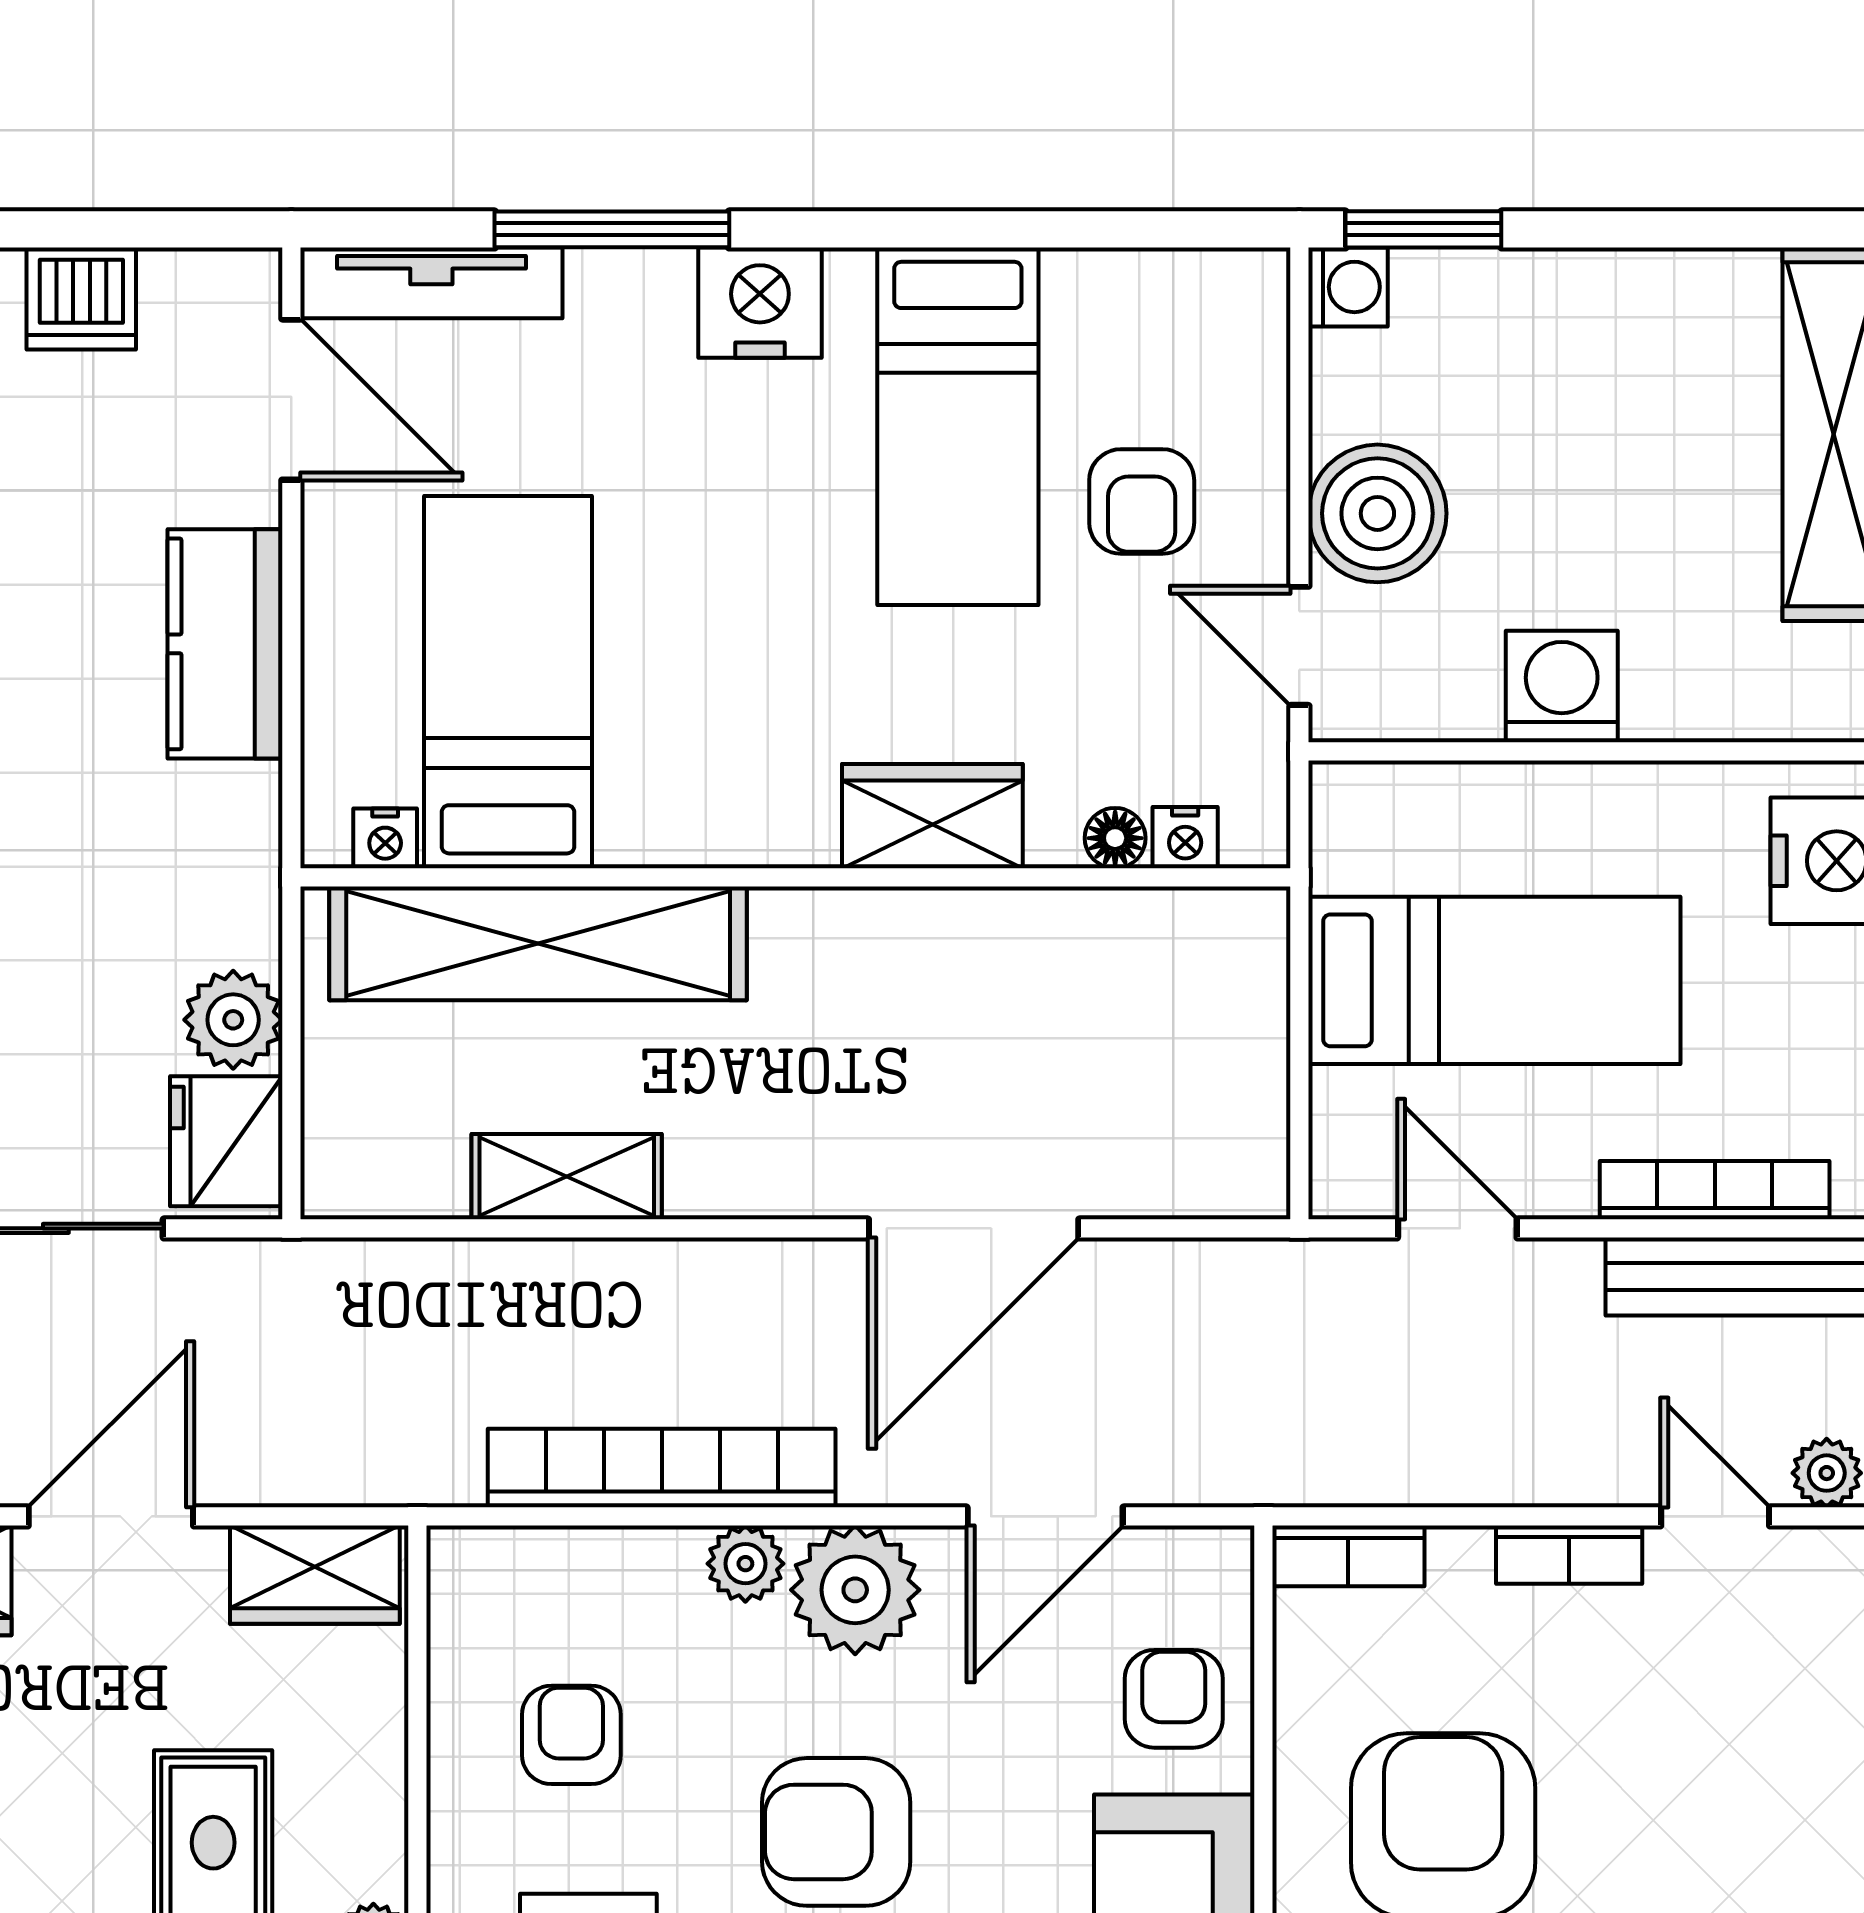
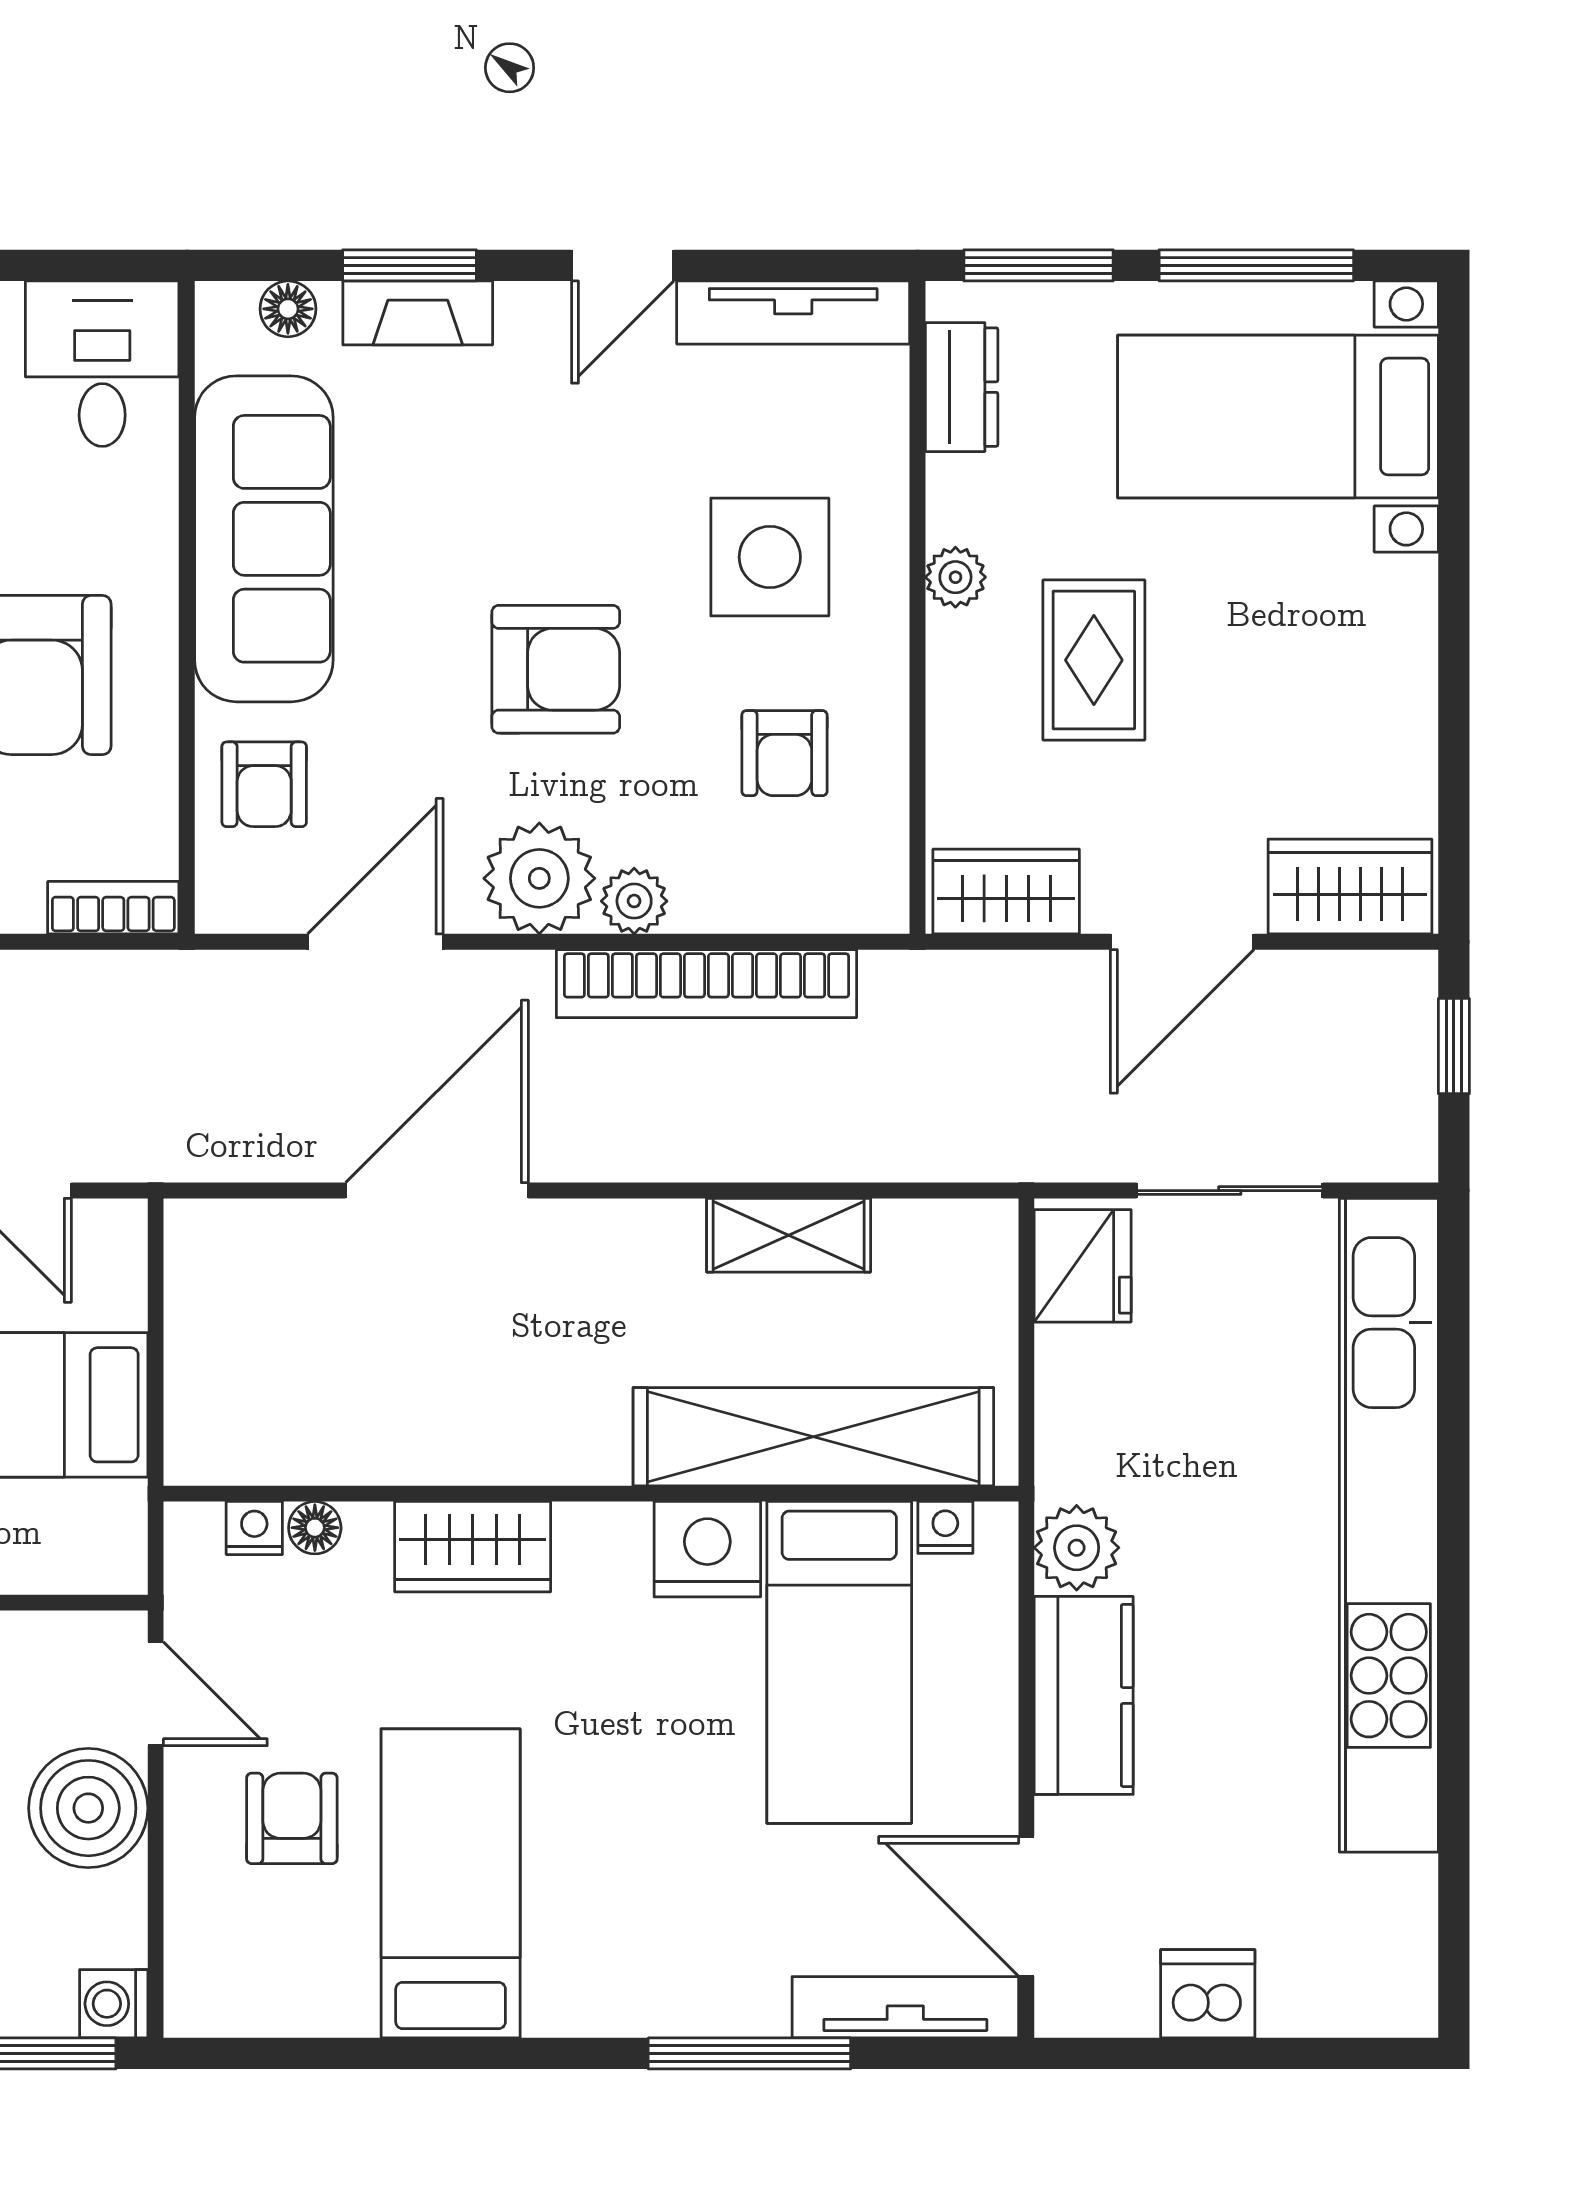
nightstand: (760, 303) -> (707, 1549), moved, turned 180
plant: (233, 1020) -> (1077, 1548), moved

